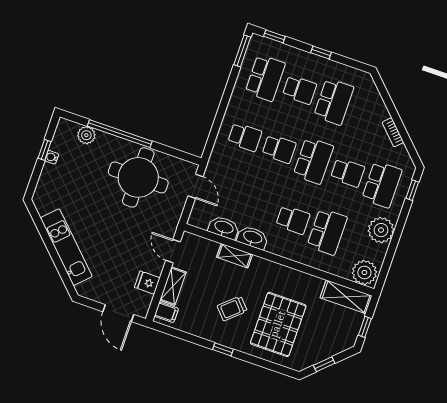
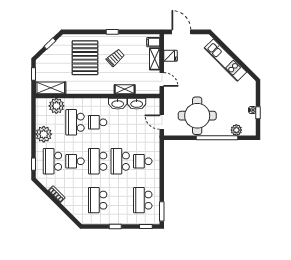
school desk: (300, 90) -> (120, 200), removed
school desk: (279, 149) -> (120, 161), width x1.85
plant: (364, 273) -> (56, 106), moved

